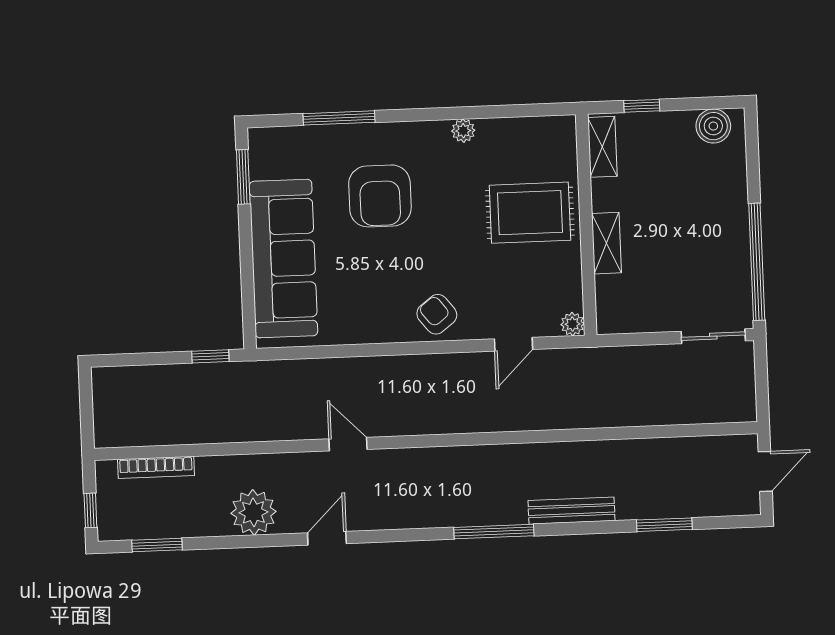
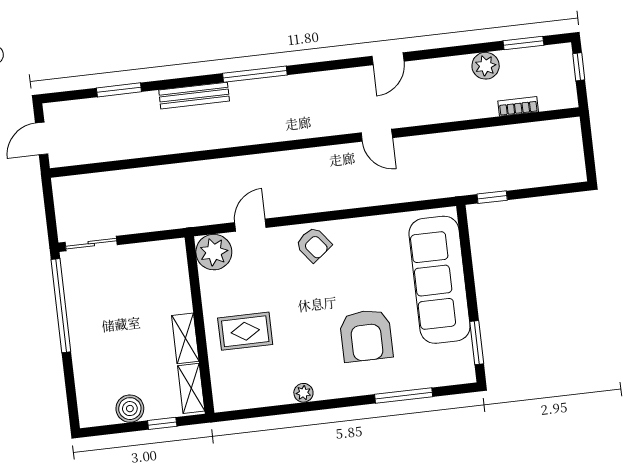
boiler: (713, 126) -> (130, 409), moved
armchair: (380, 196) -> (366, 336), turned 180
rug: (530, 213) -> (245, 331), width x0.73, depth x0.70
shelving: (606, 243) -> (185, 338), moved
plant: (572, 324) -> (214, 252), width x1.88, depth x1.88
bookcase: (156, 467) -> (518, 106), width x0.64
plant: (253, 512) -> (486, 66), moved, width x0.73, depth x0.73

